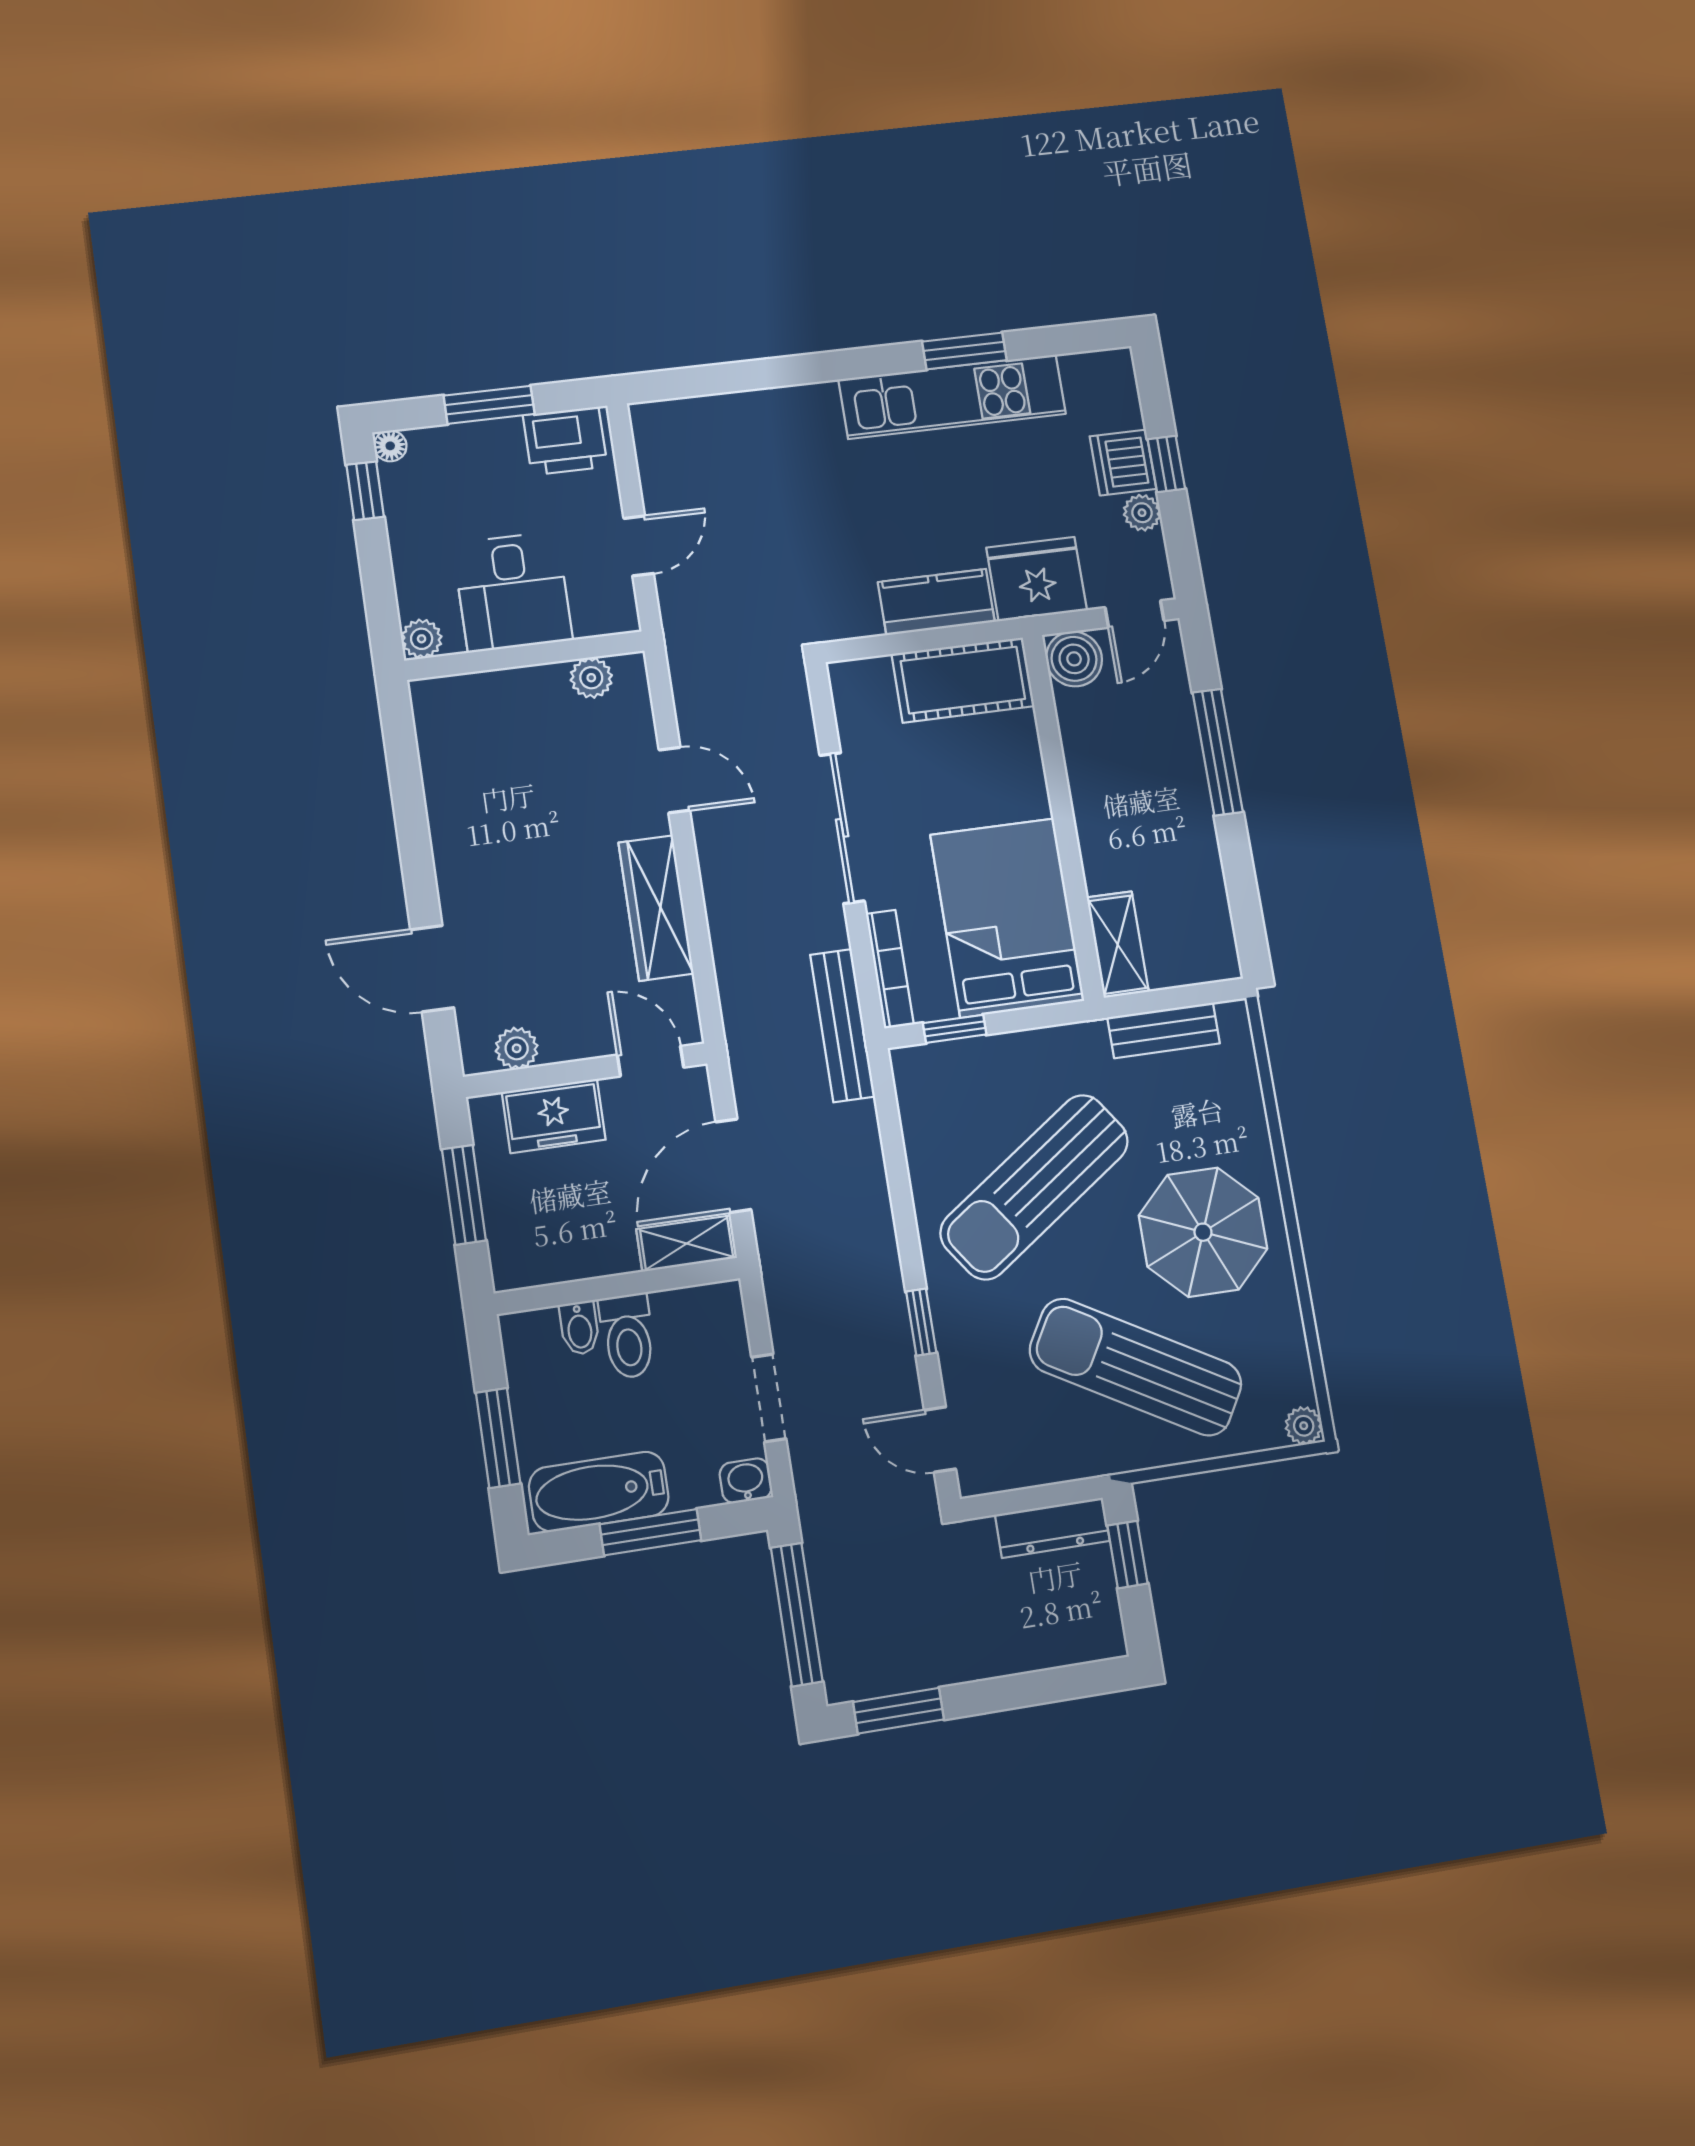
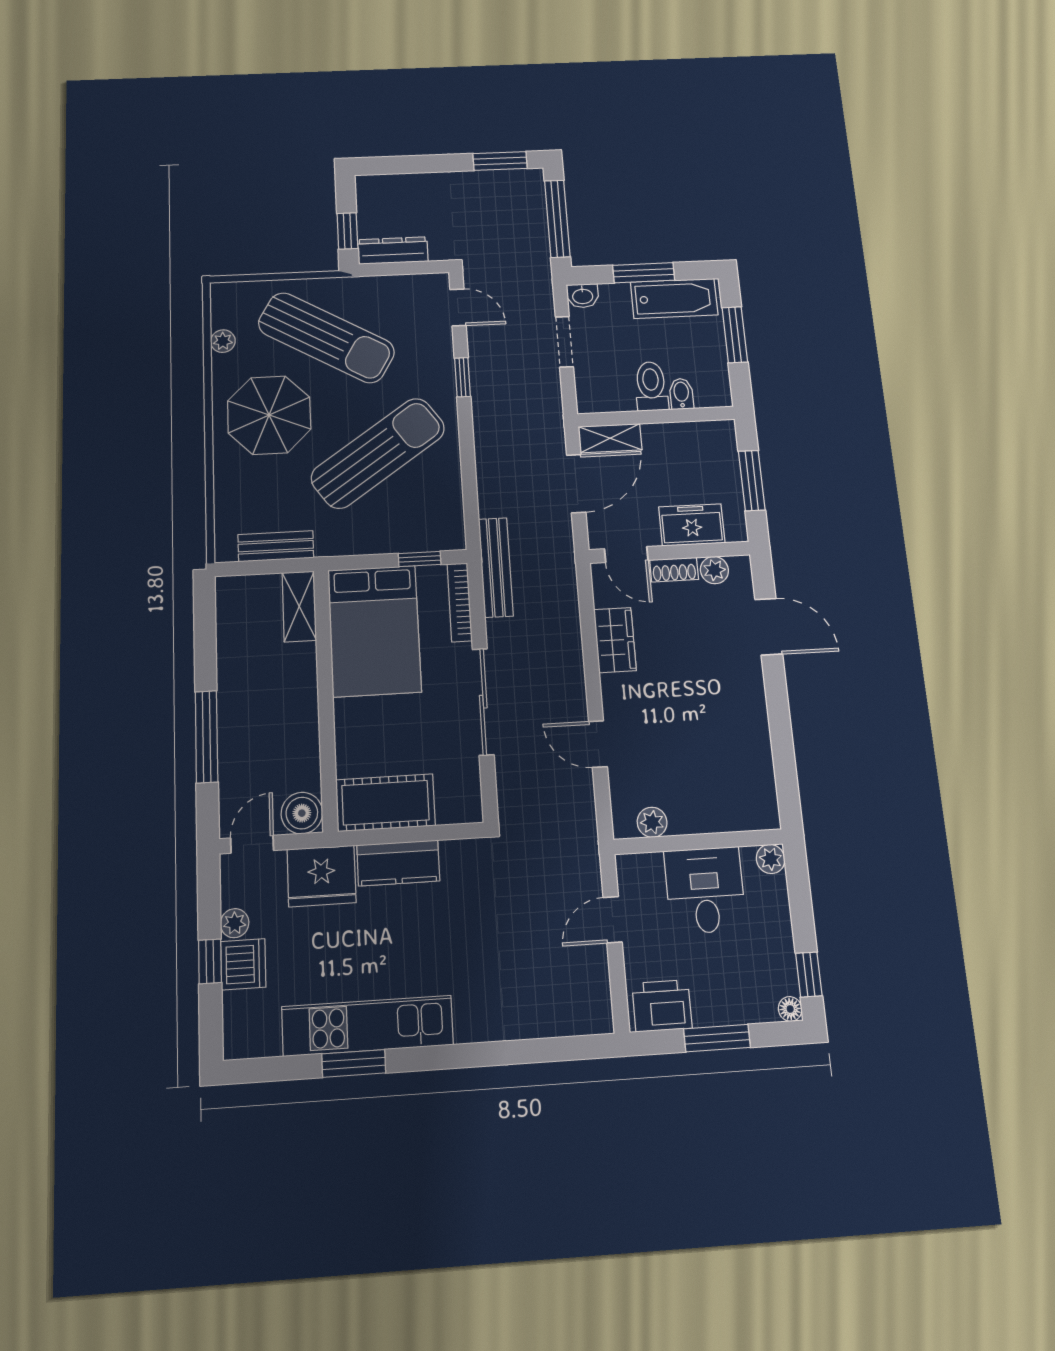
wardrobe: (656, 908) -> (615, 640), width x0.67
shoe rack: (578, 1044) -> (674, 570), added
plant: (1304, 1426) -> (223, 341), moved

